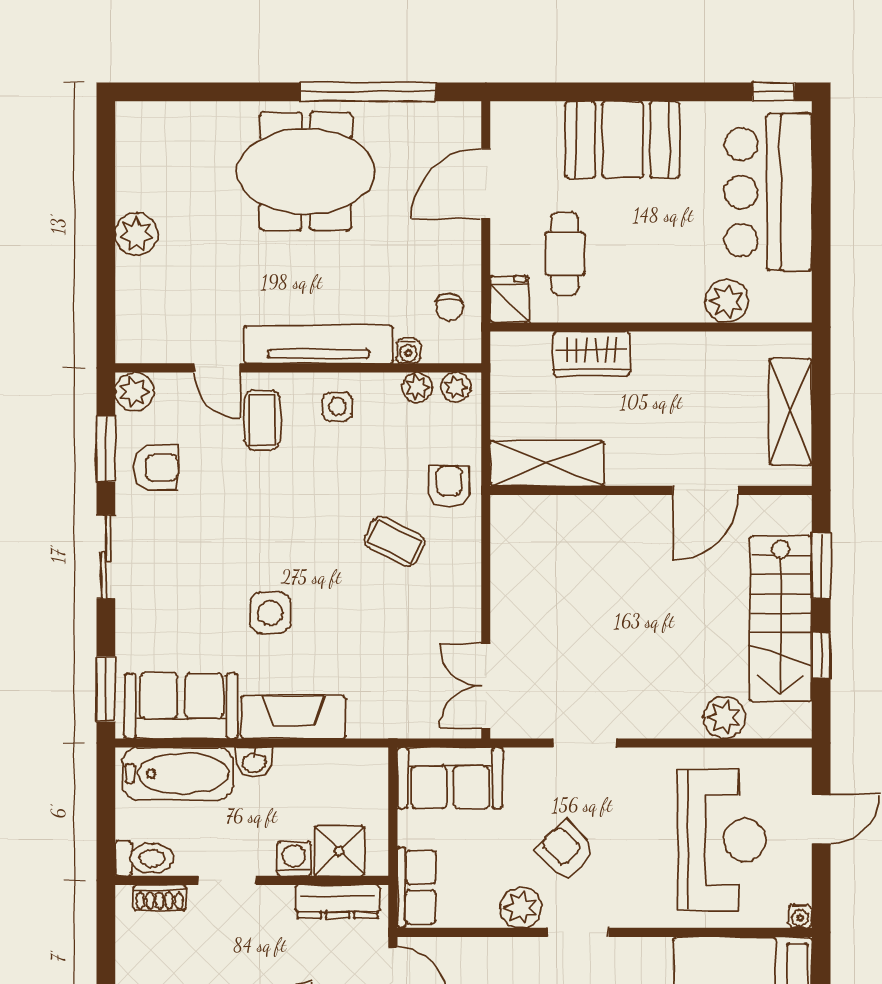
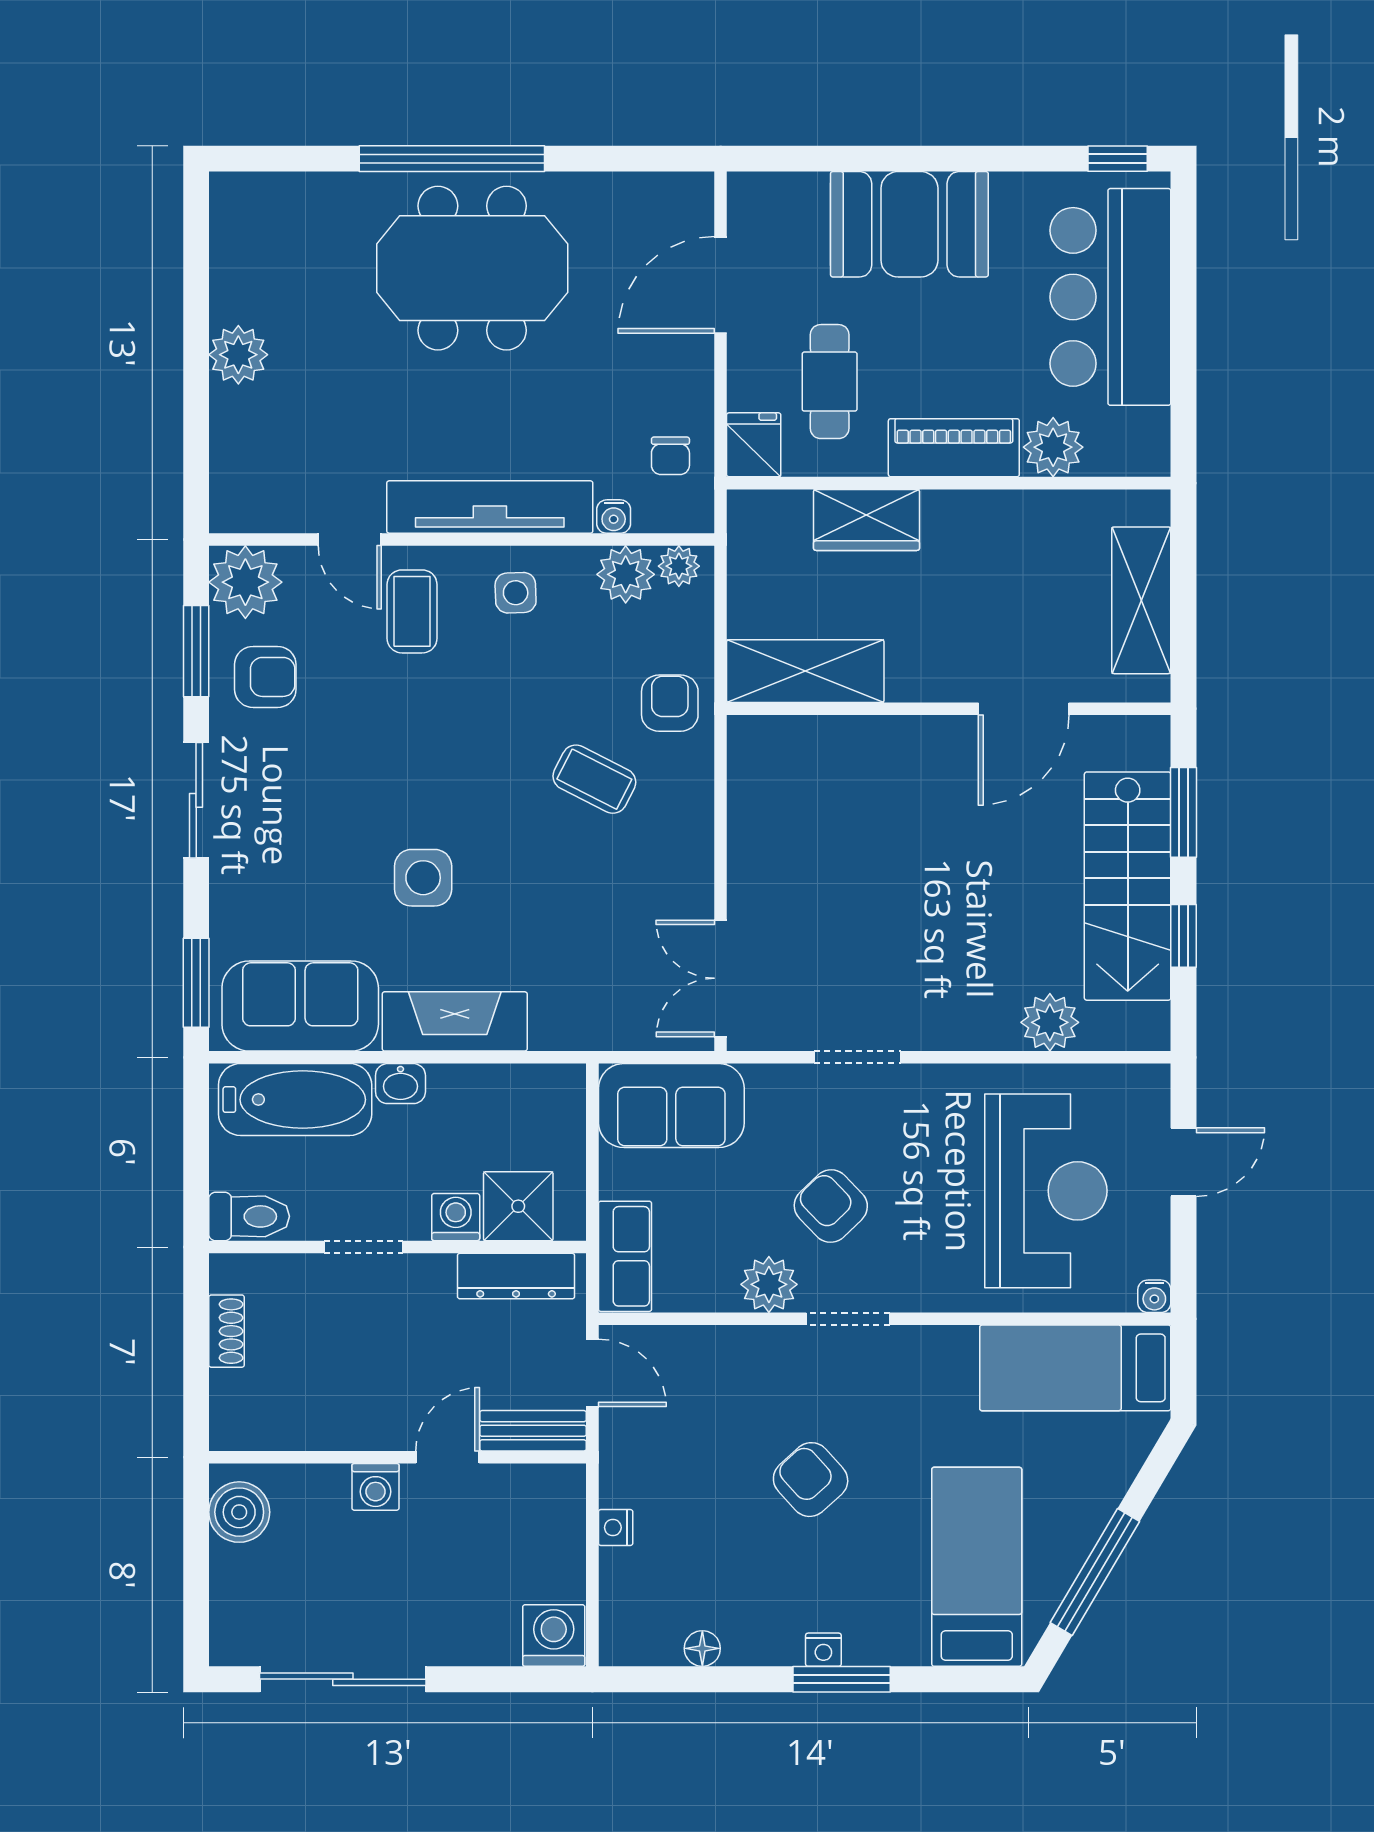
window: (368, 92) -> (452, 159), moved
piano: (655, 301) -> (954, 448), added
plant: (417, 387) -> (626, 574), width x1.38, depth x1.38
plant: (134, 392) -> (245, 582), width x1.36, depth x1.36
shoe rack: (160, 898) -> (227, 1331), moved, turned -90

